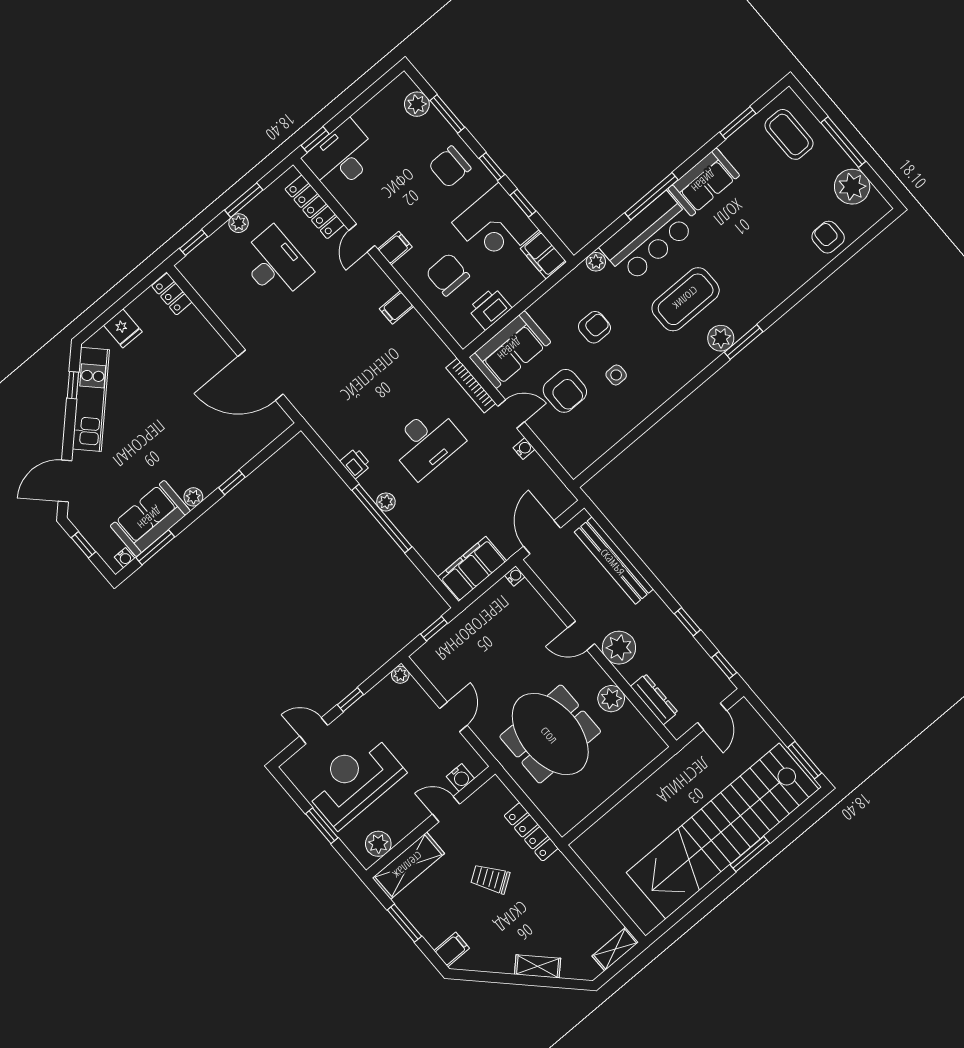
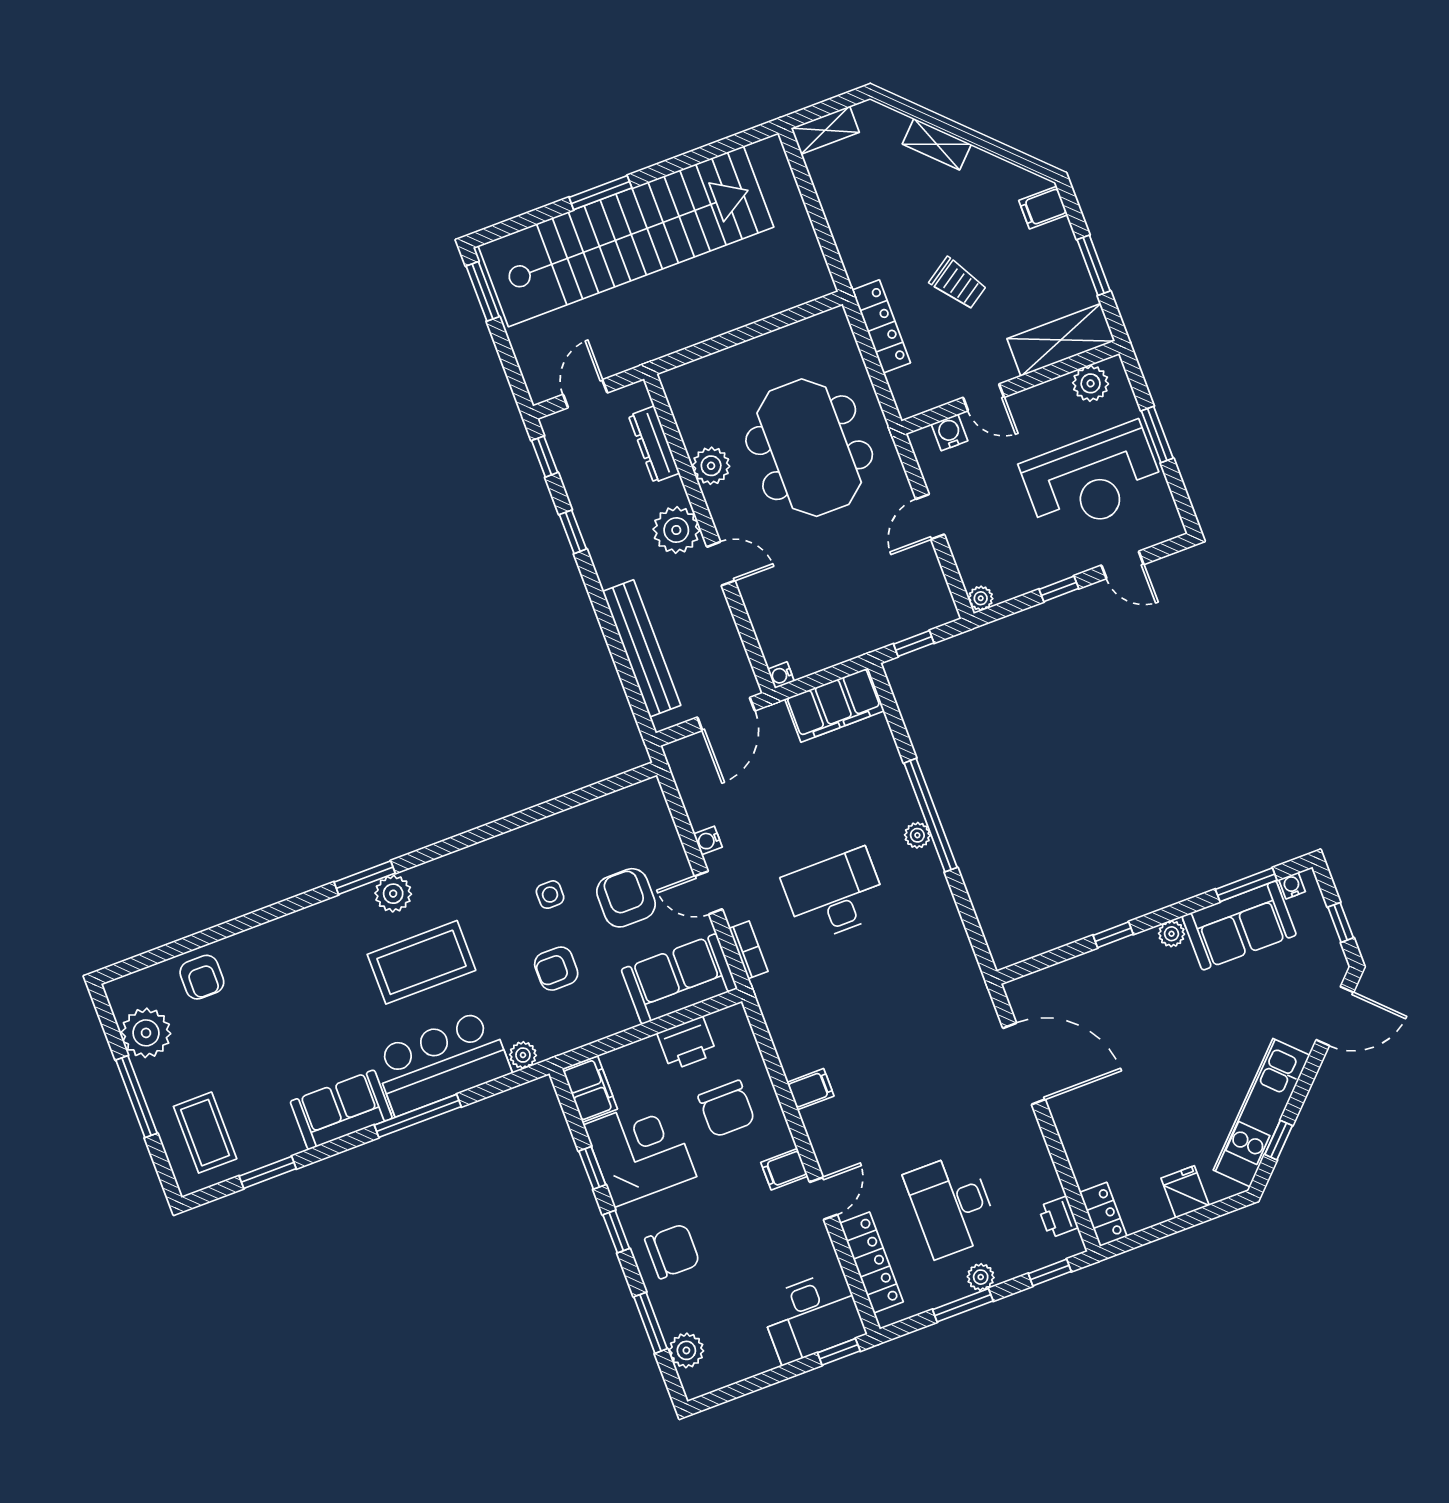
bookcase: (471, 385) -> (749, 950), width x0.64
printer: (355, 463) -> (1058, 1217), moved

